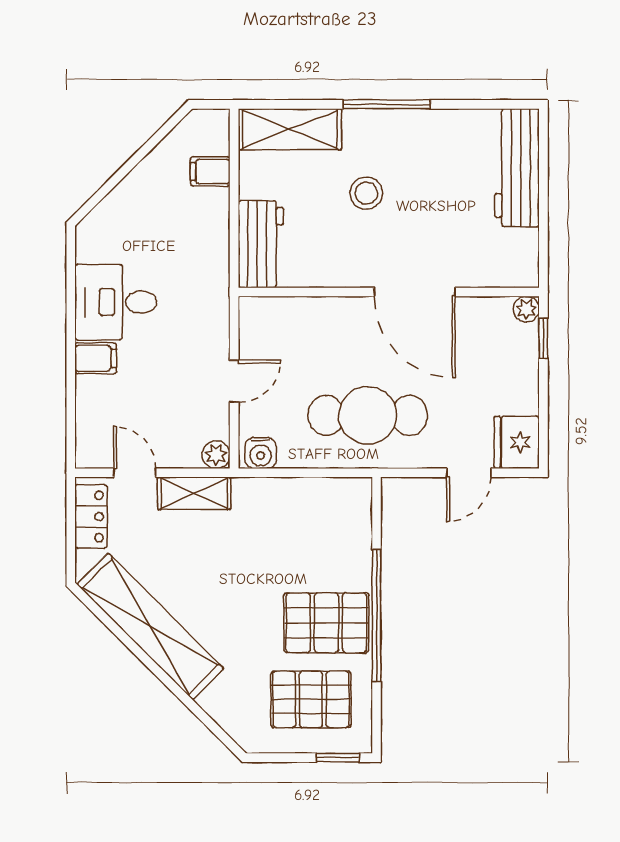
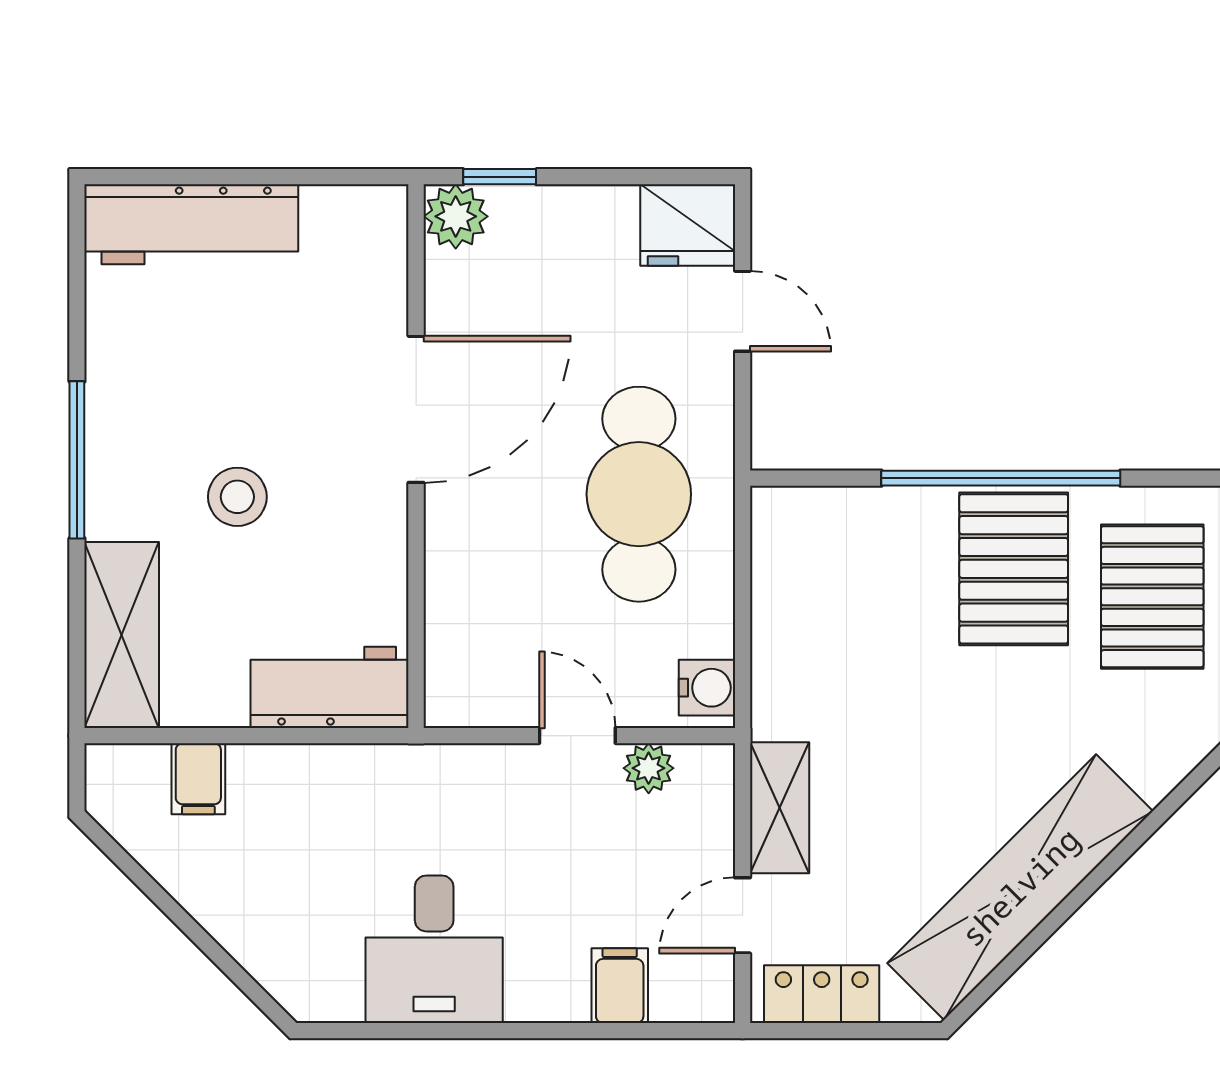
plant: (526, 309) -> (456, 216), width x1.38, depth x1.38
filing cabinet: (96, 358) -> (620, 986), moved
plant: (216, 455) -> (649, 768), moved

